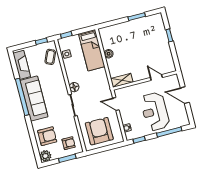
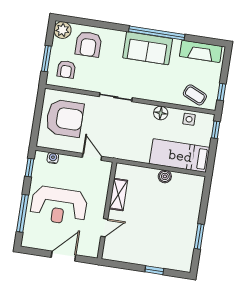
shelving: (122, 80) -> (118, 195), moved
floor lamp: (74, 87) -> (161, 113), moved
sofa: (34, 99) -> (148, 48), width x0.73
door: (116, 104) -> (92, 157), hinge flipped
reception desk: (155, 112) -> (59, 206), turned 180

